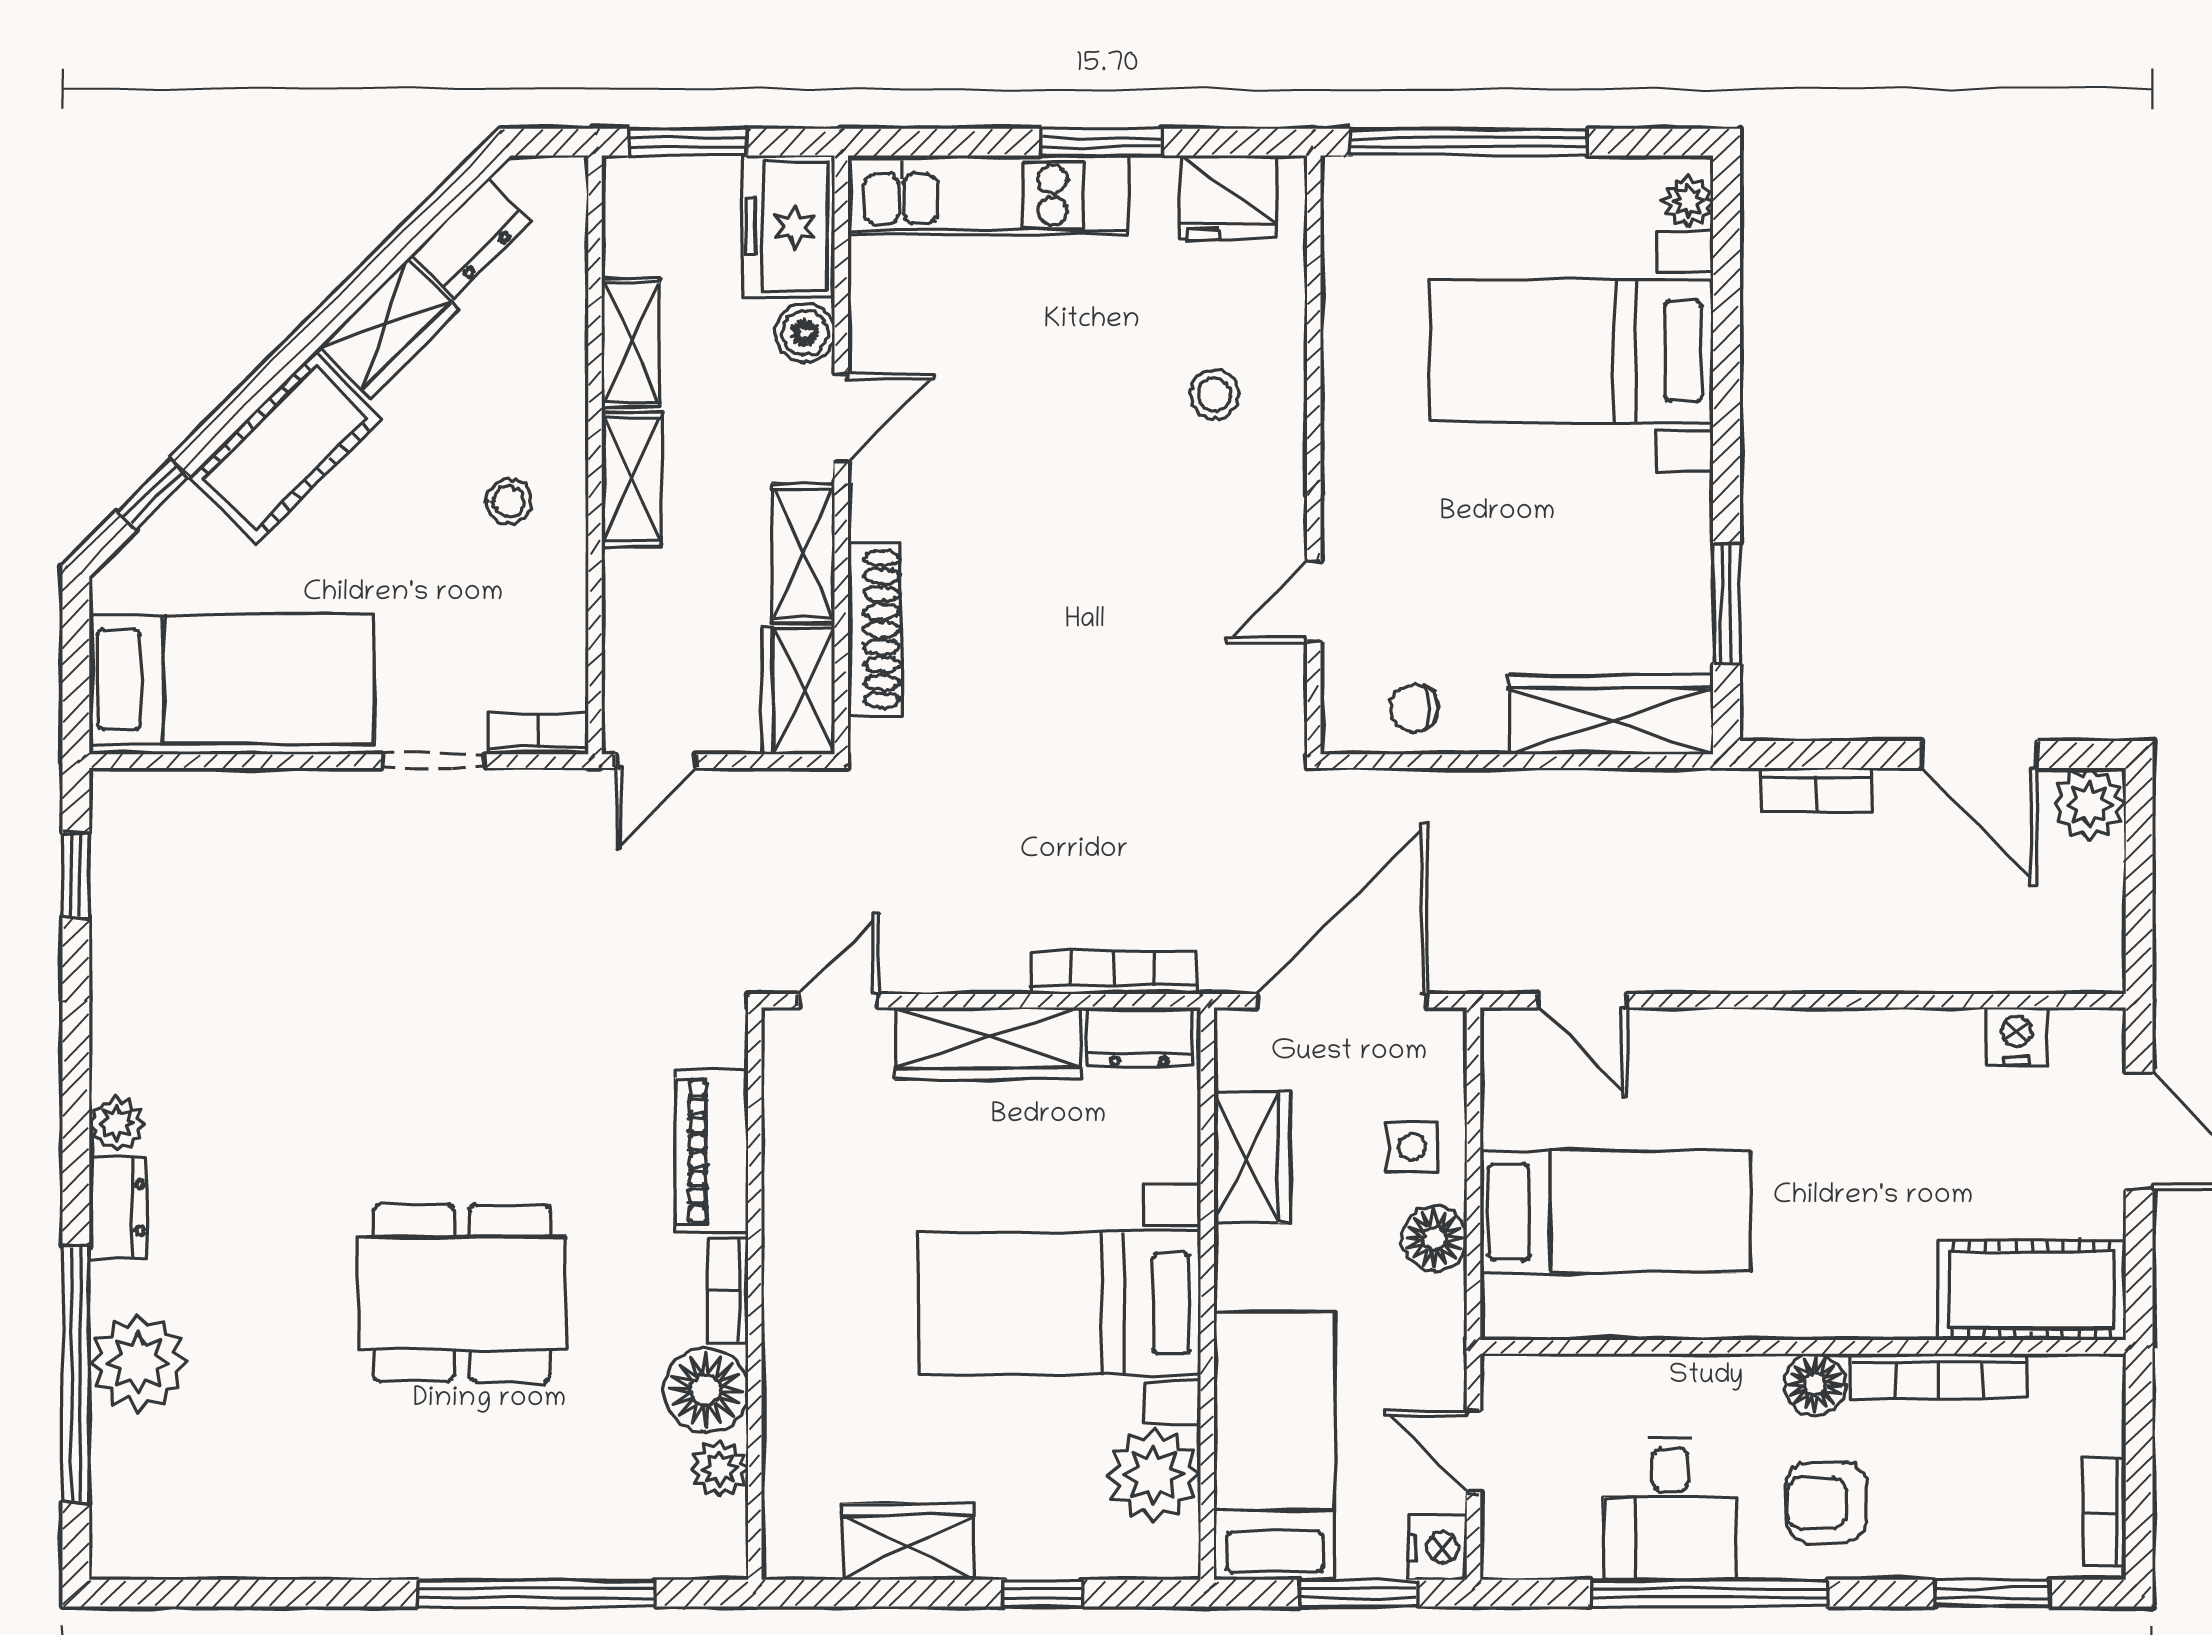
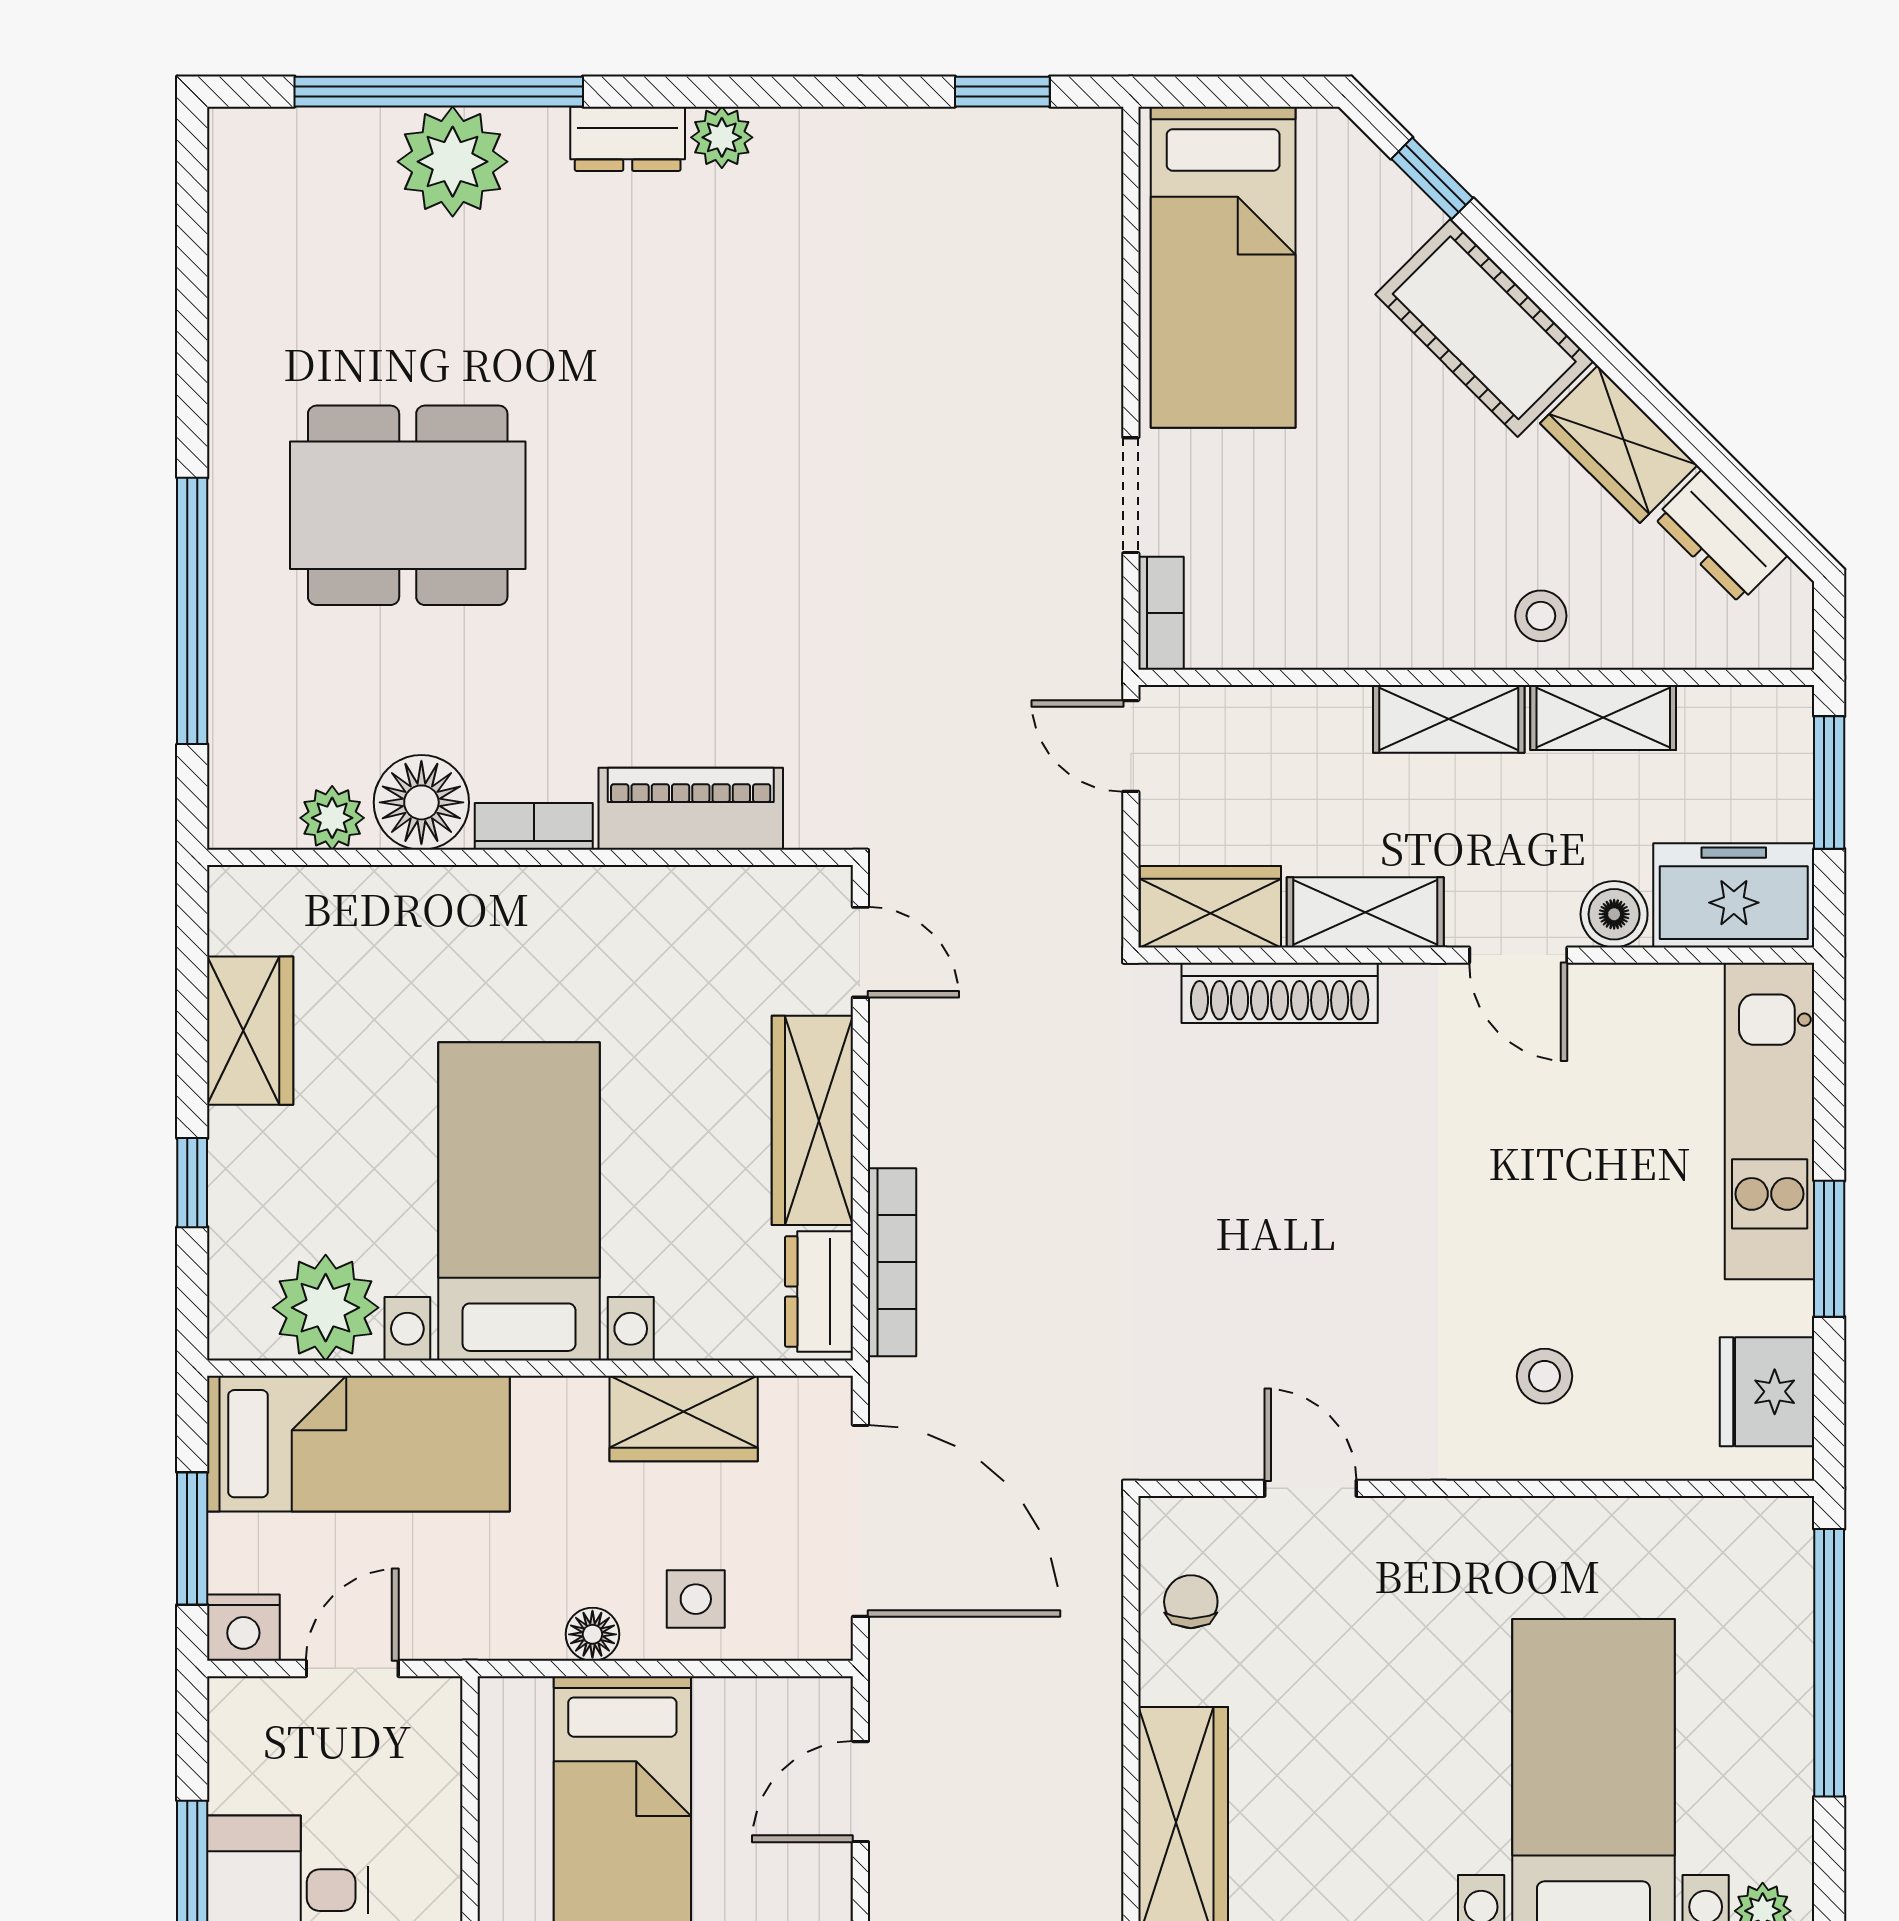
stool: (509, 501) -> (1541, 616), moved
floor lamp: (1434, 1238) -> (592, 1634), width x0.73, depth x0.73
dining table: (462, 1293) -> (408, 505), moved, turned 90

